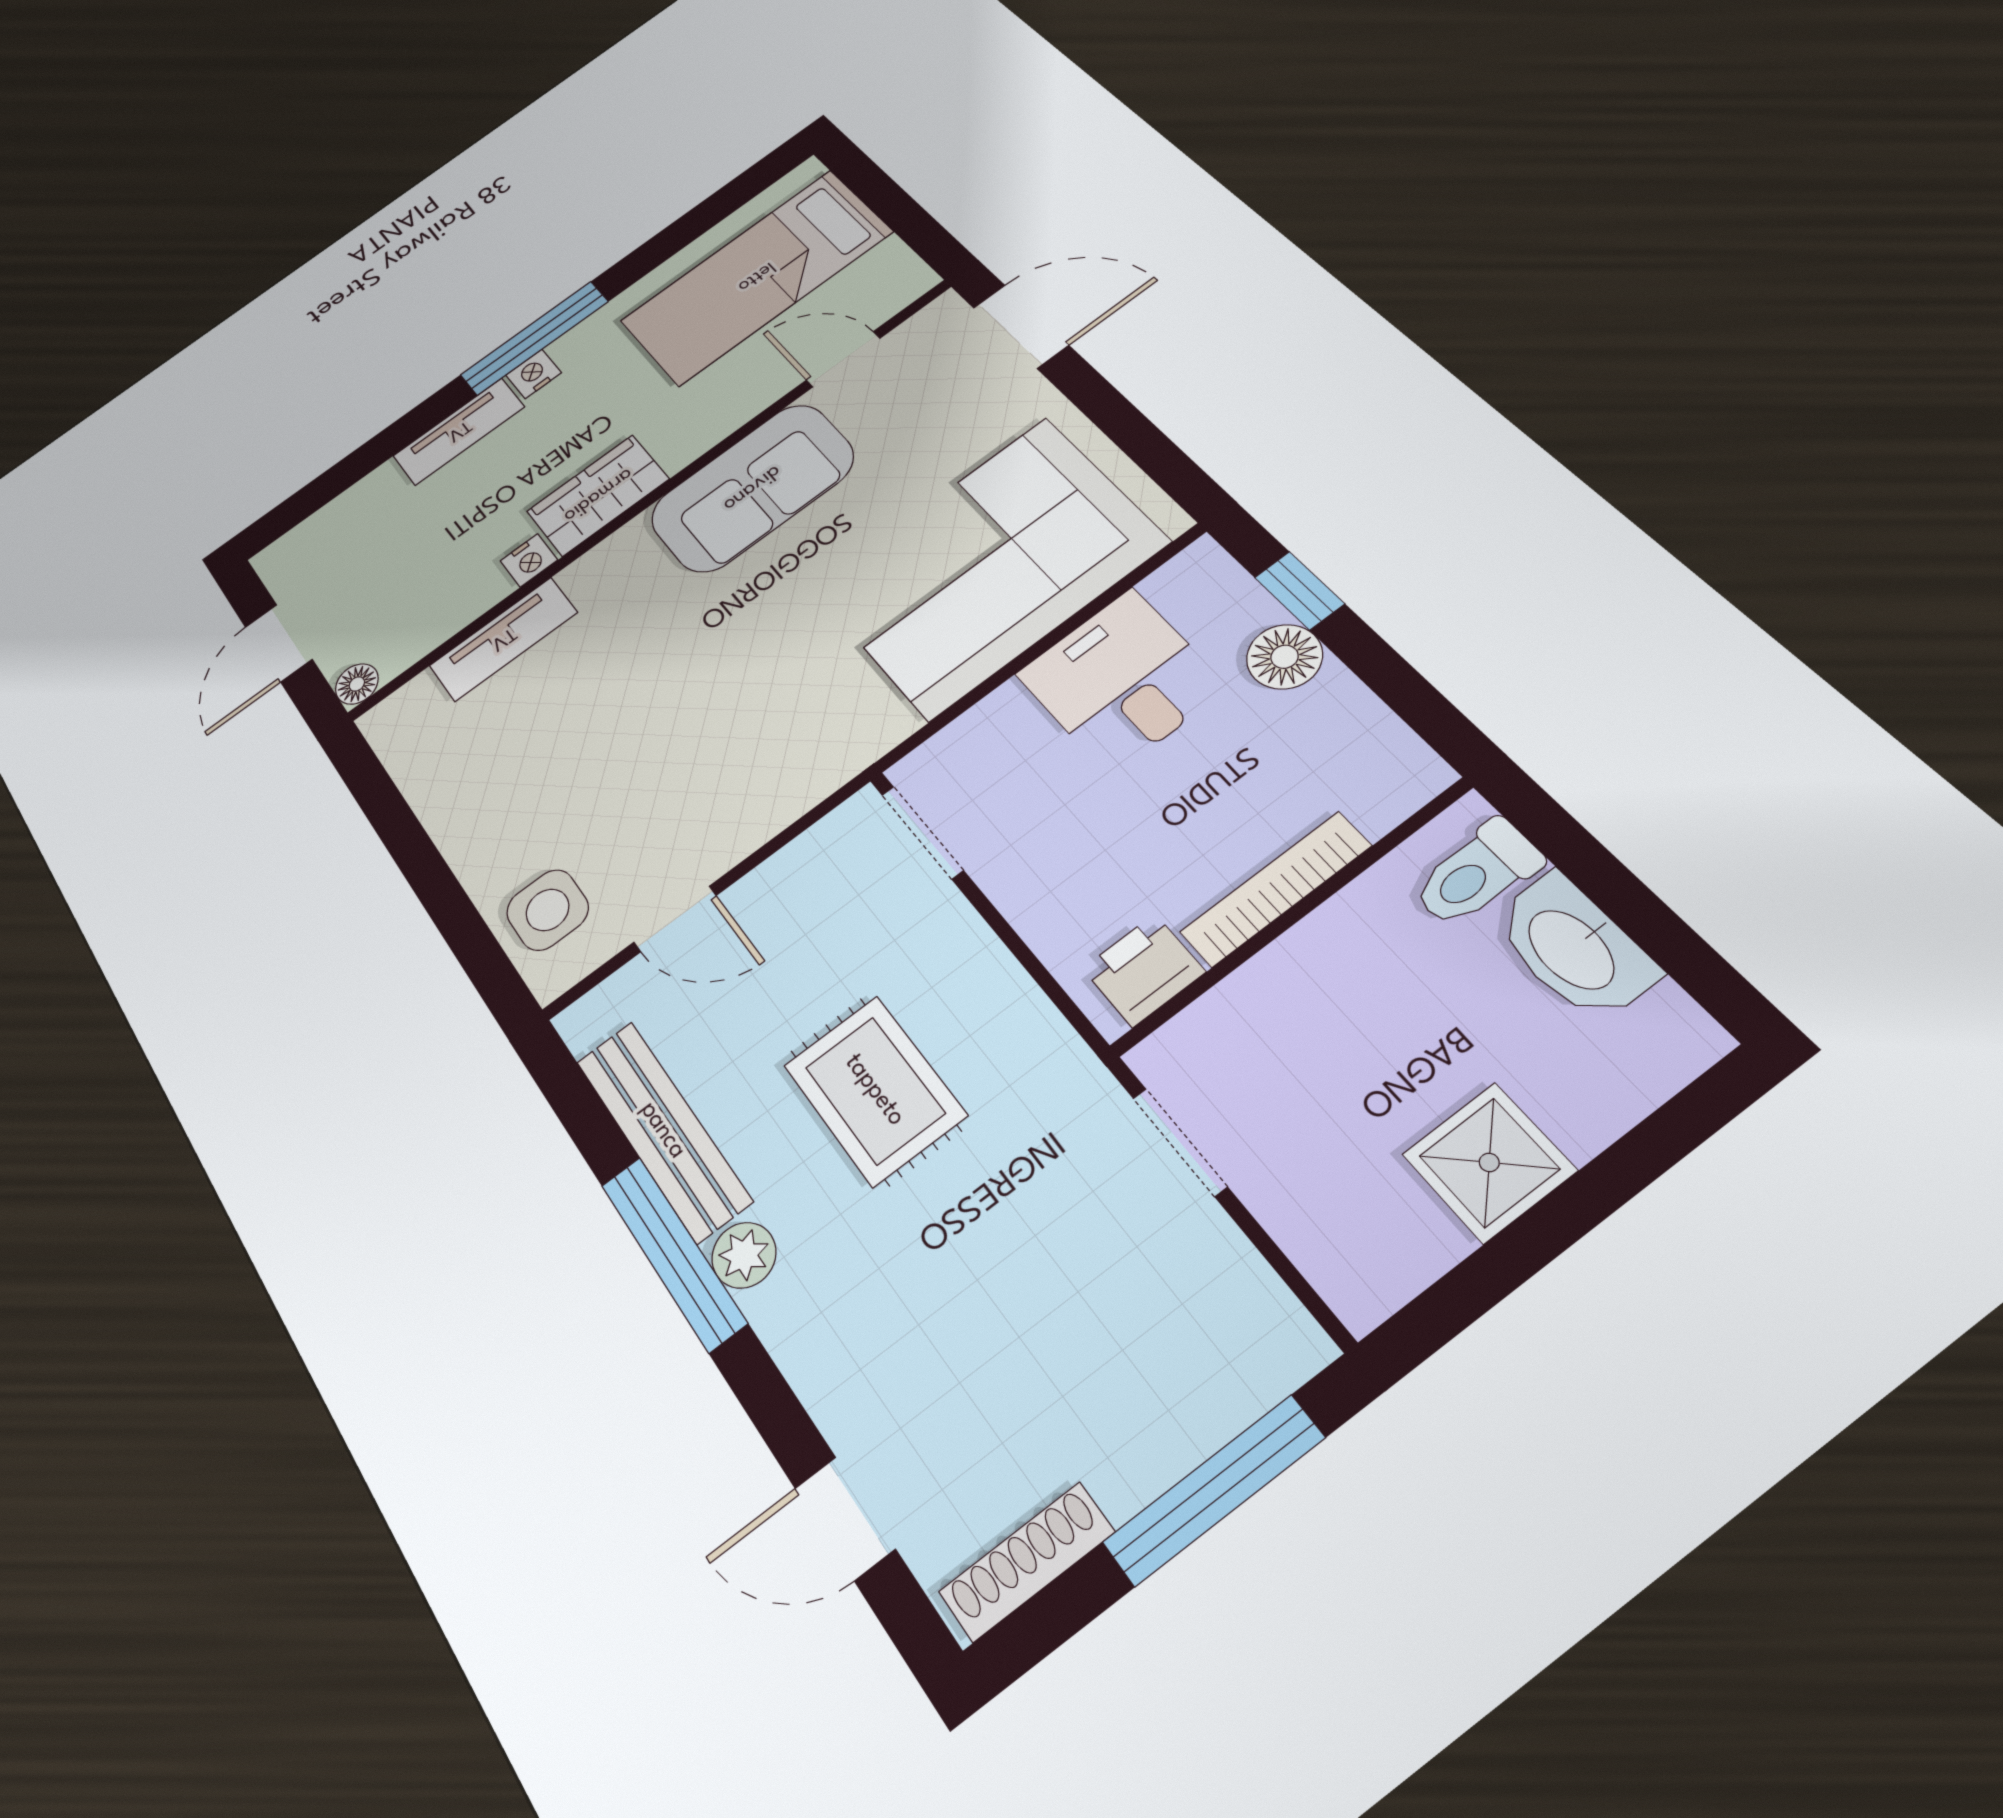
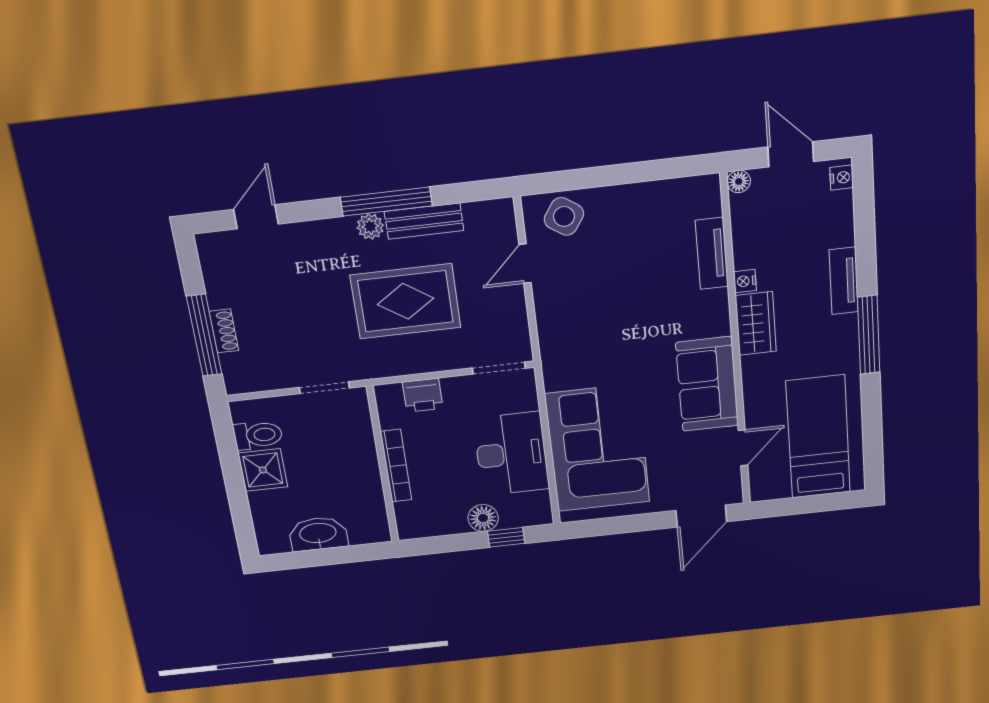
nightstand: (534, 374) -> (842, 178), moved
desk: (1121, 681) -> (511, 454), width x1.37
toilet: (1476, 874) -> (258, 435), moved, turned 90
side table: (548, 910) -> (564, 216), turned 34
printer: (1144, 970) -> (423, 395), moved, turned 90
rug: (875, 1090) -> (406, 301), width x1.36, depth x1.43
bench: (663, 1130) -> (424, 221), width x0.73
shoe rack: (1027, 1562) -> (224, 331), moved, width x0.70

